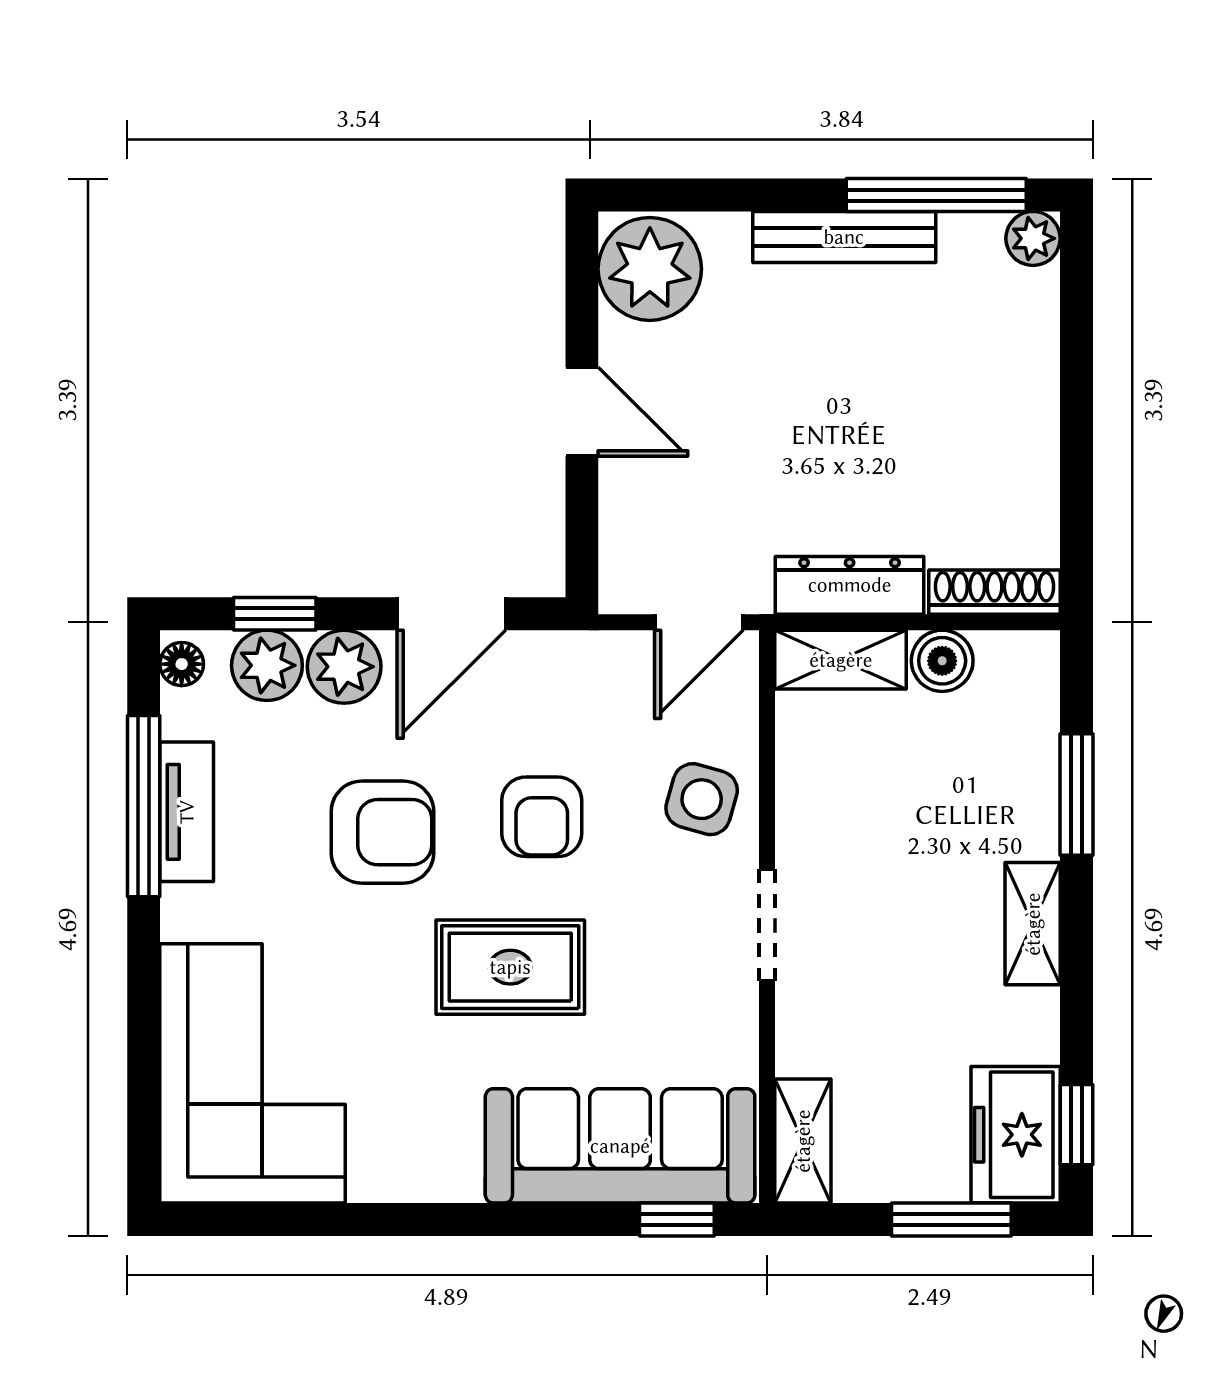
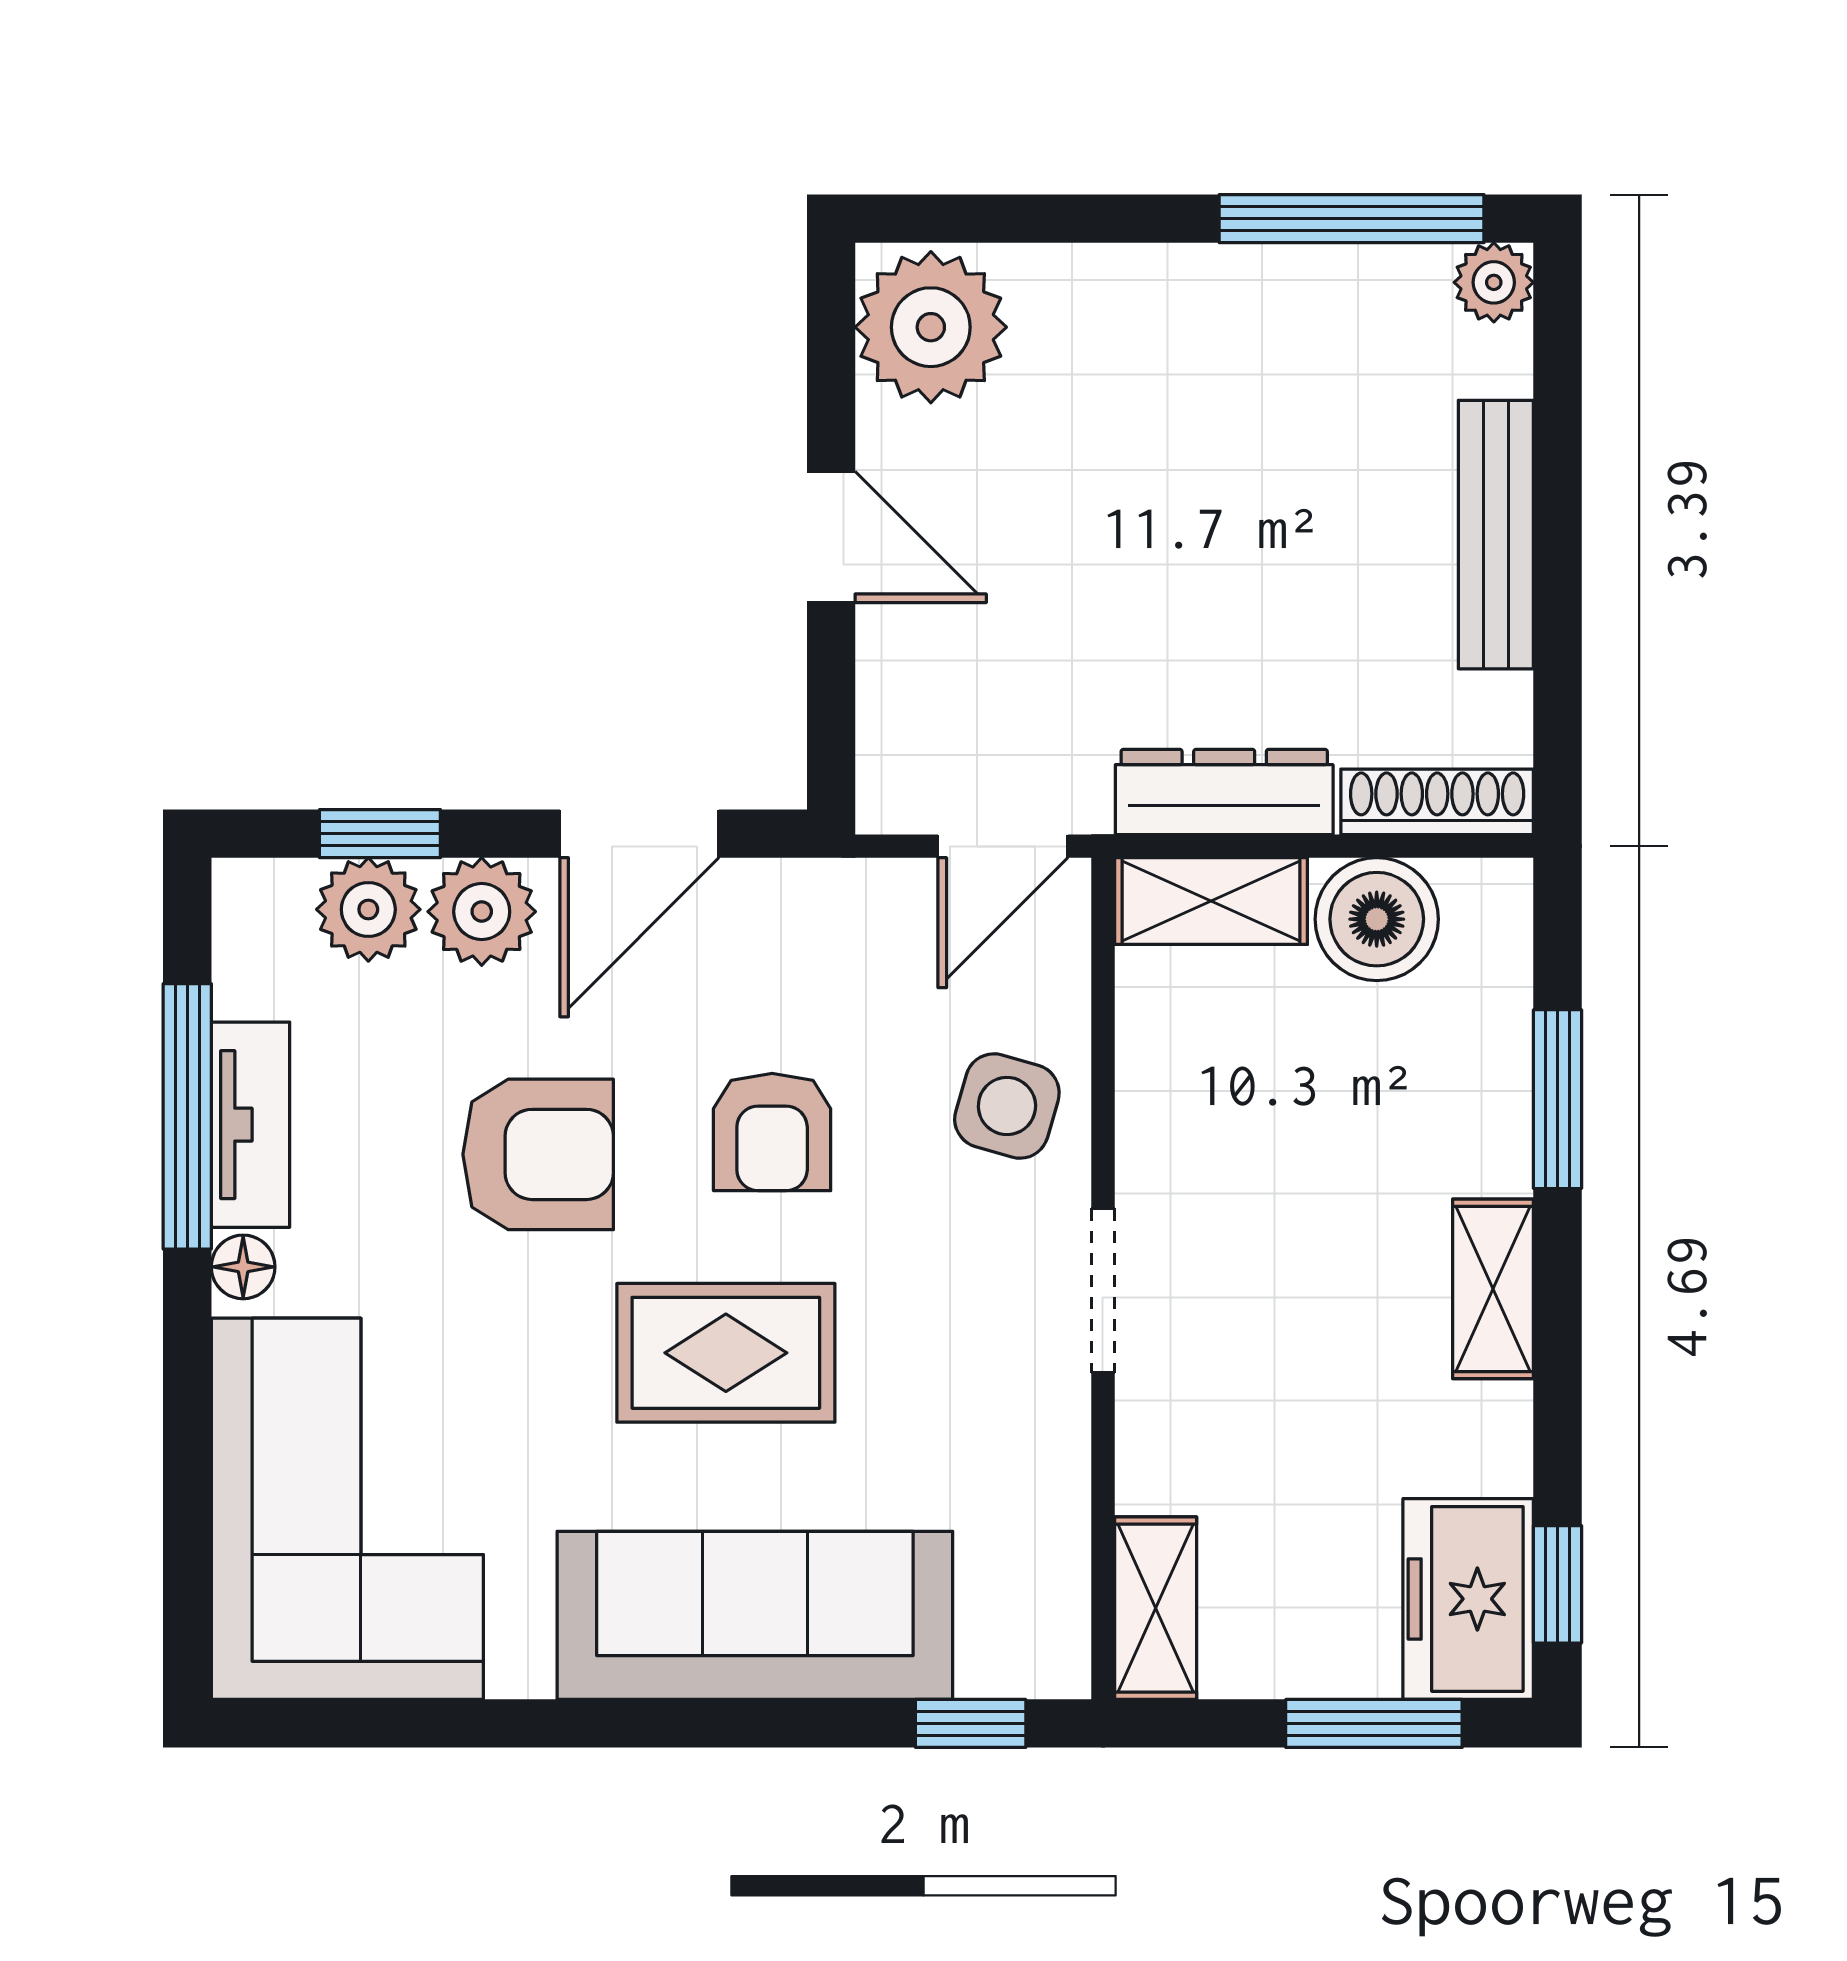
bench: (844, 237) -> (1496, 535), moved, turned 90
boiler: (942, 661) -> (1377, 919), width x1.36, depth x1.36
floor lamp: (182, 664) -> (243, 1267), moved
sofa: (620, 1146) -> (755, 1615), moved

